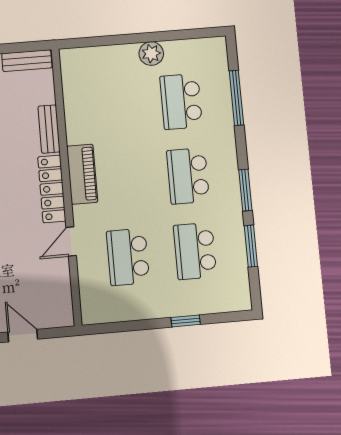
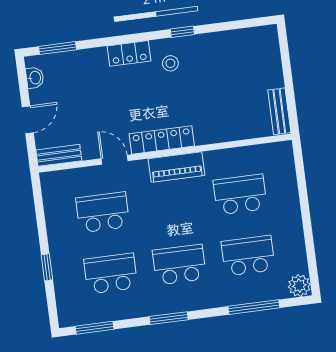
plant: (151, 54) -> (299, 286), moved
school desk: (115, 107) -> (240, 194), added
bench: (49, 129) -> (59, 155), moved
window: (251, 246) -> (95, 328), moved

